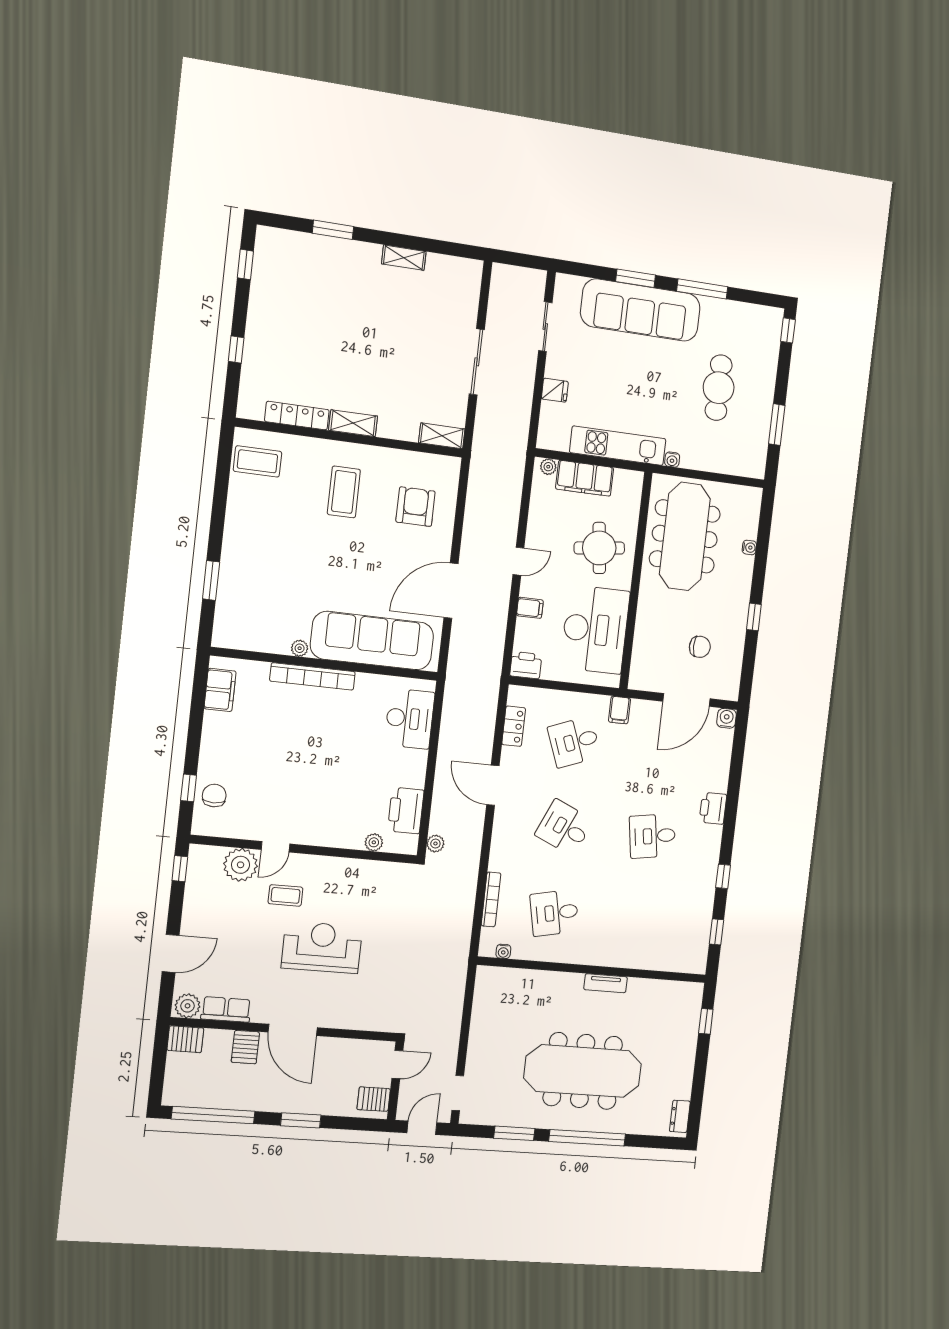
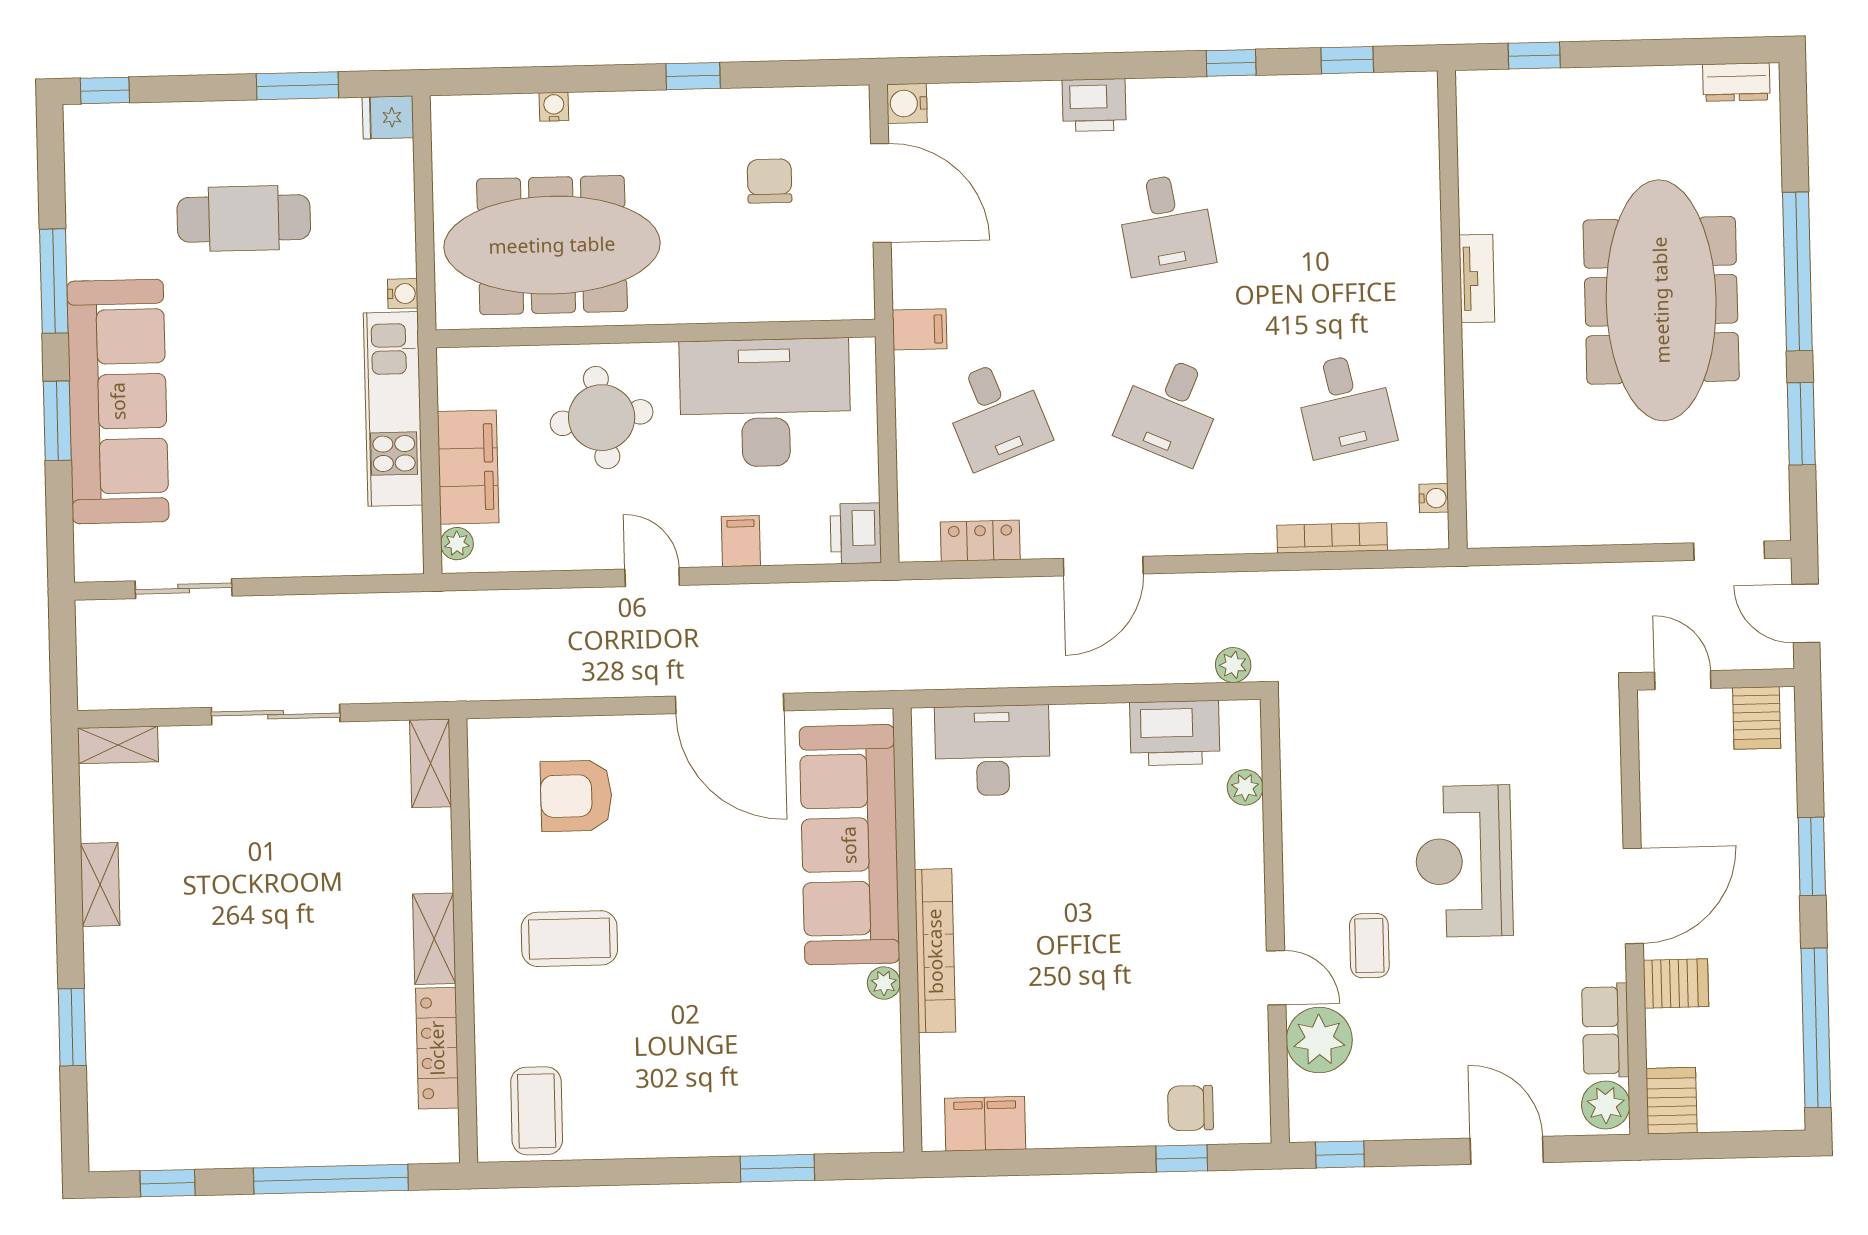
shelving: (473, 279) -> (118, 745), added
window: (236, 349) -> (331, 1179), width x3.17
fridge: (555, 390) -> (388, 117), moved, turned -90

